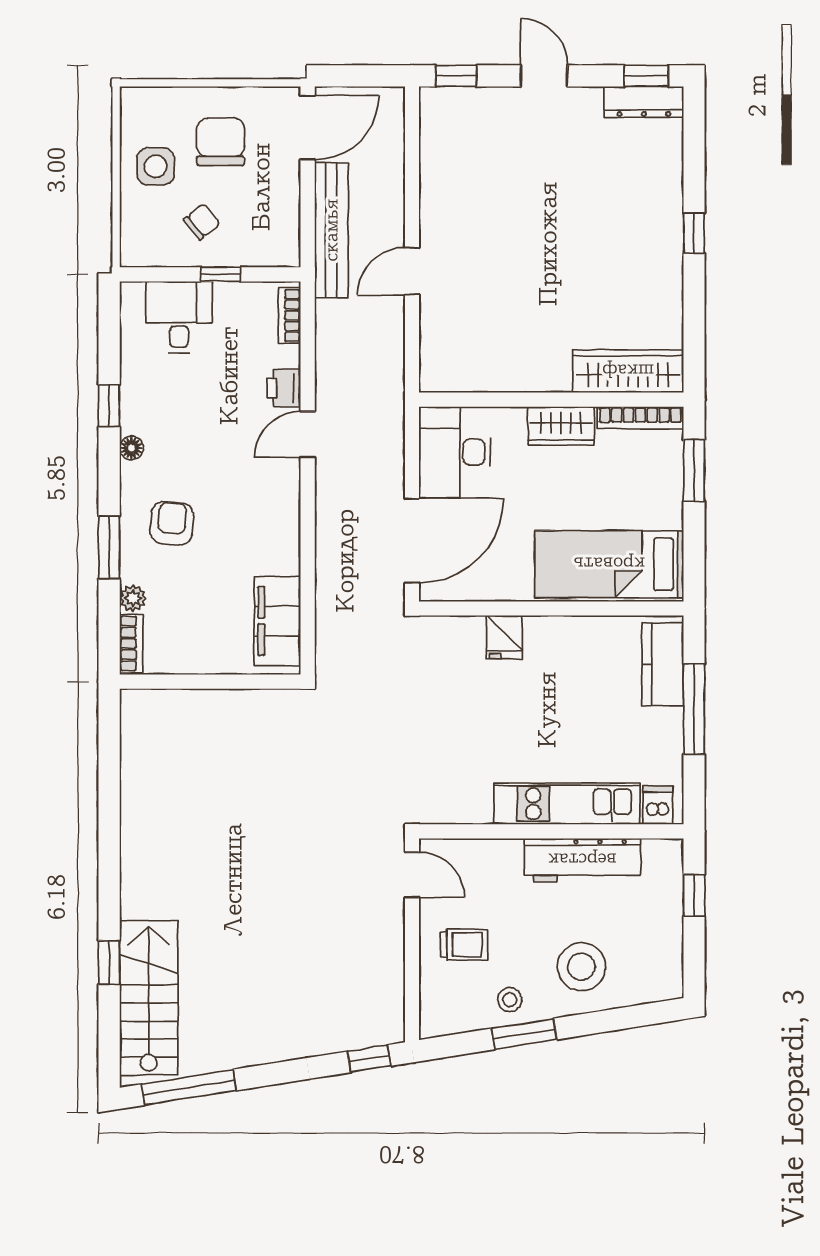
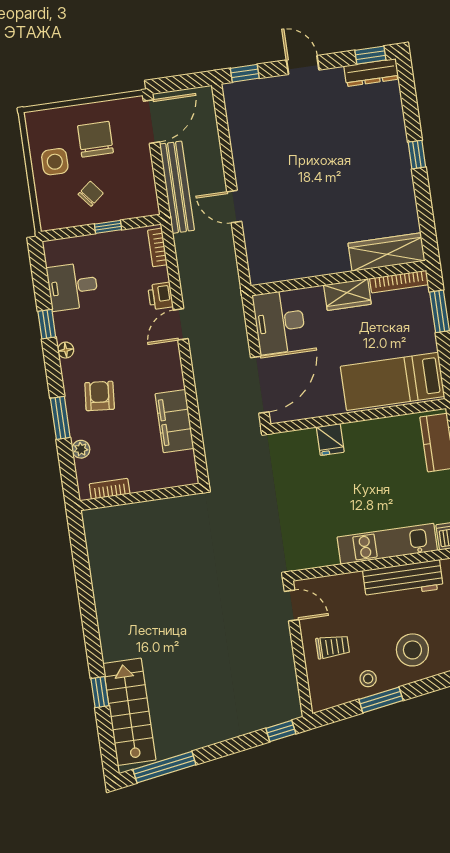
door: (412, 271) -> (234, 207), hinge flipped
desk: (179, 317) -> (73, 286), moved, turned -90
filing cabinet: (277, 621) -> (174, 421), moved
bookcase: (131, 643) -> (110, 489), moved, turned -90

